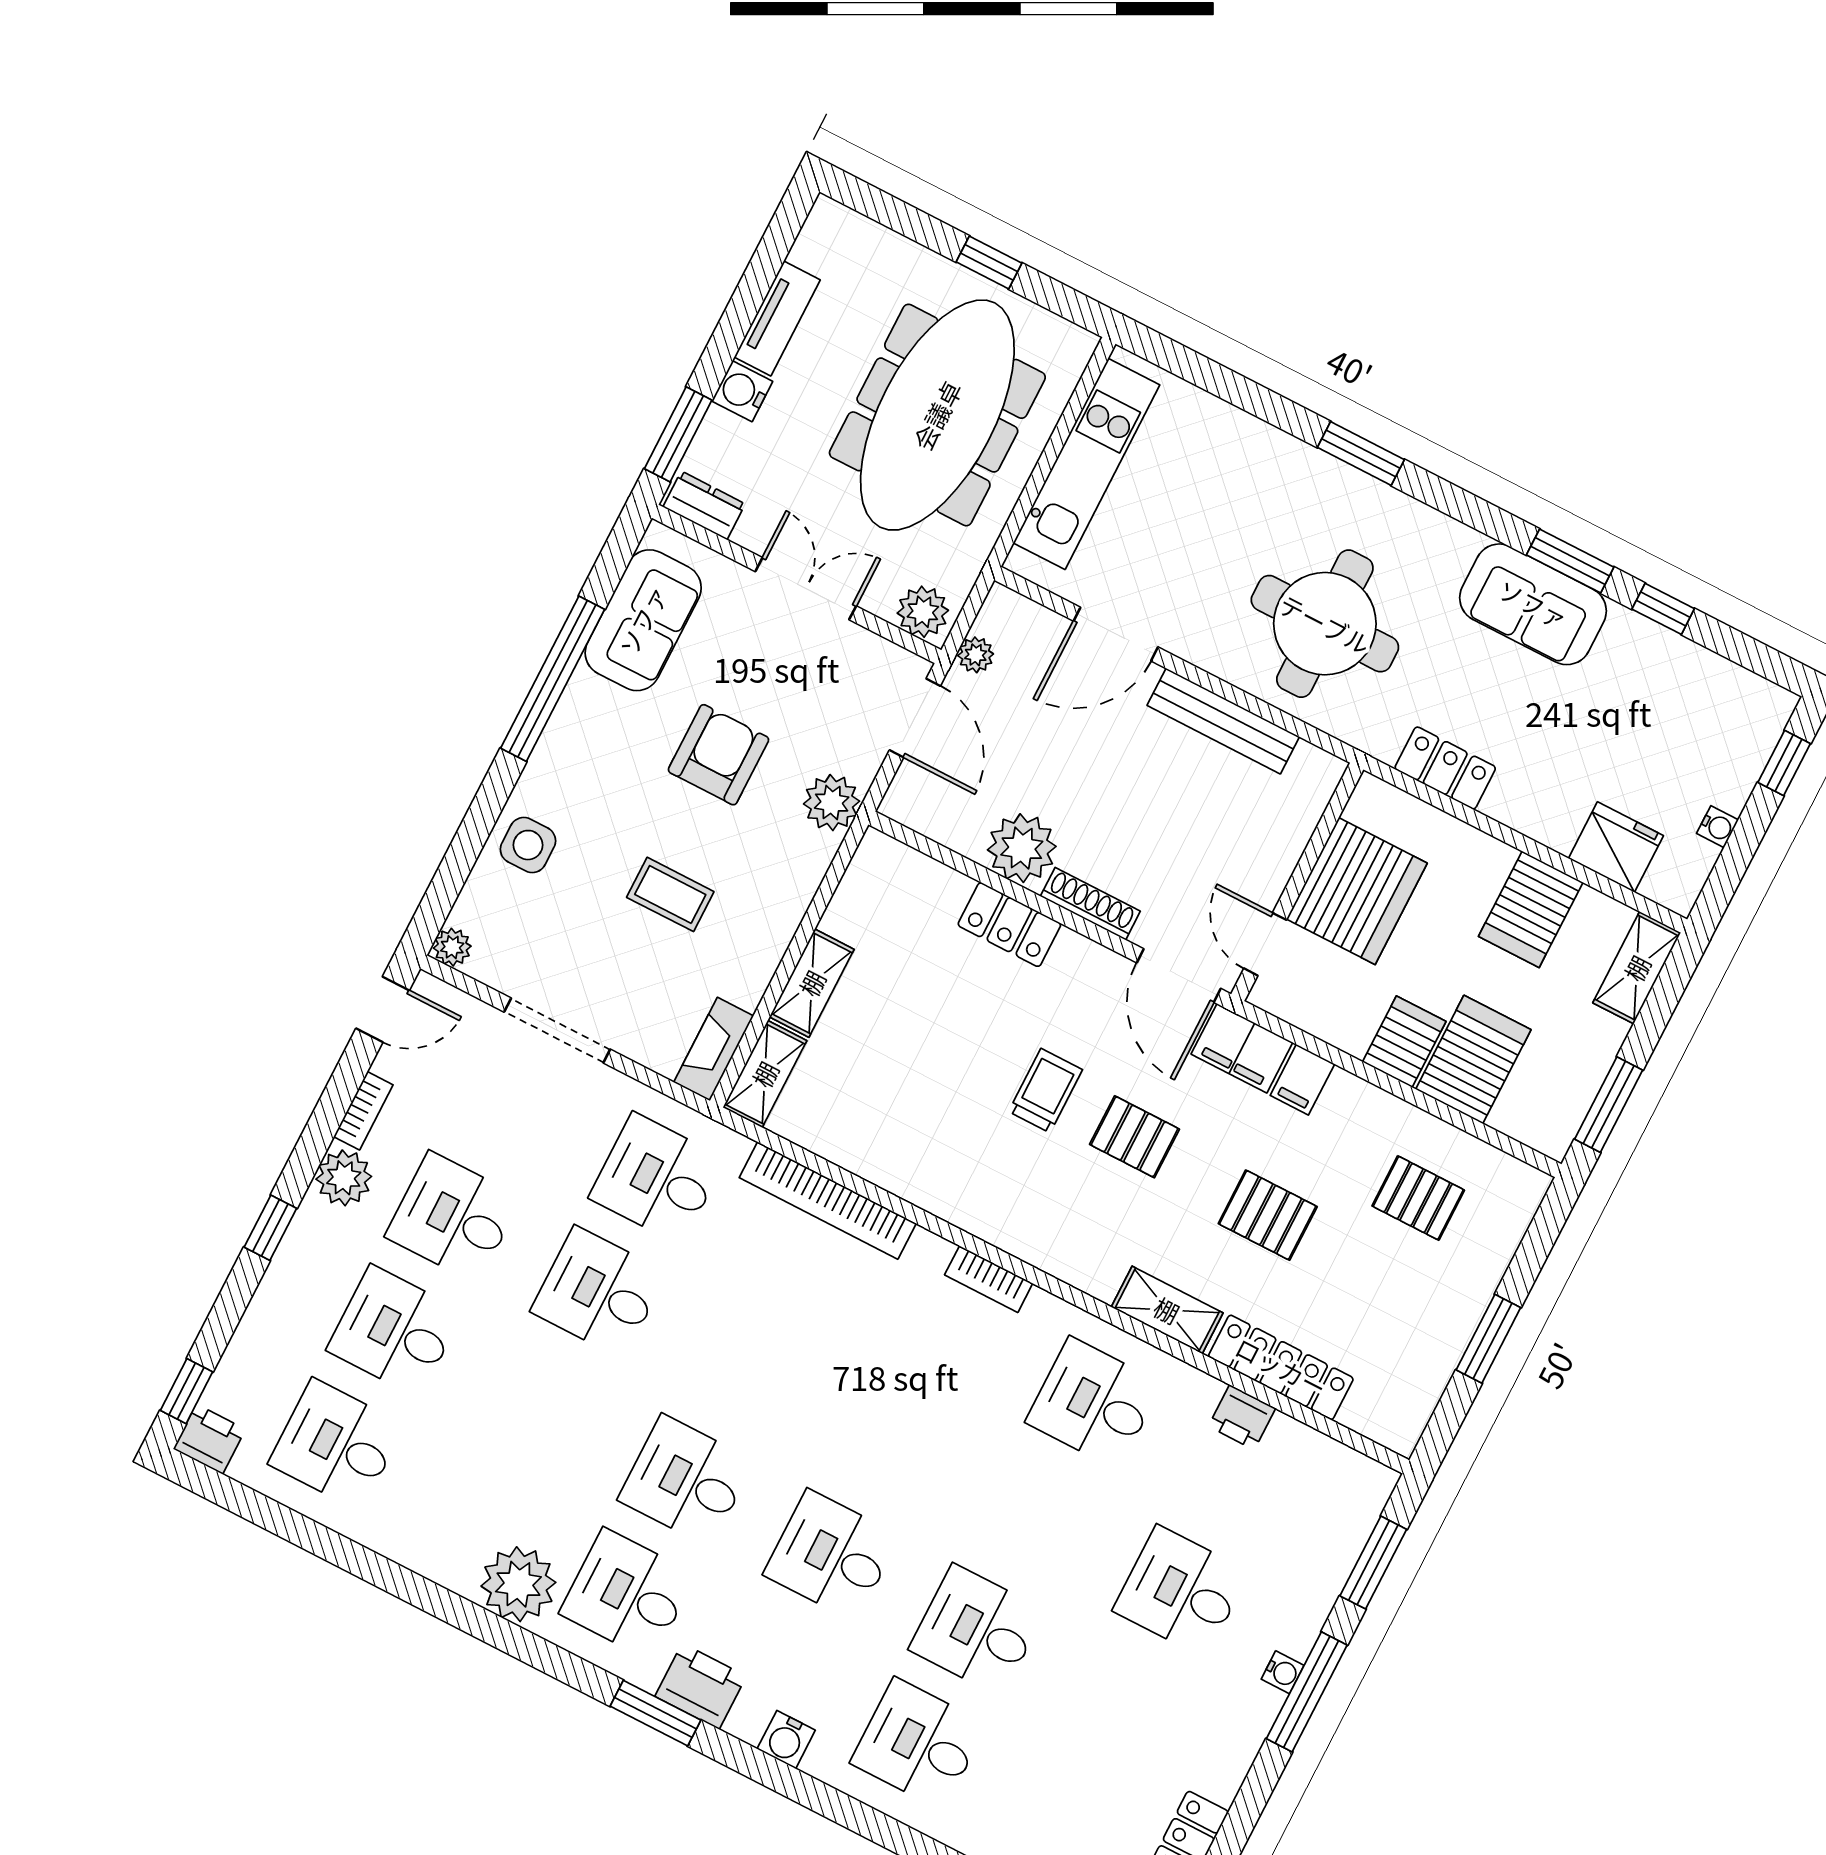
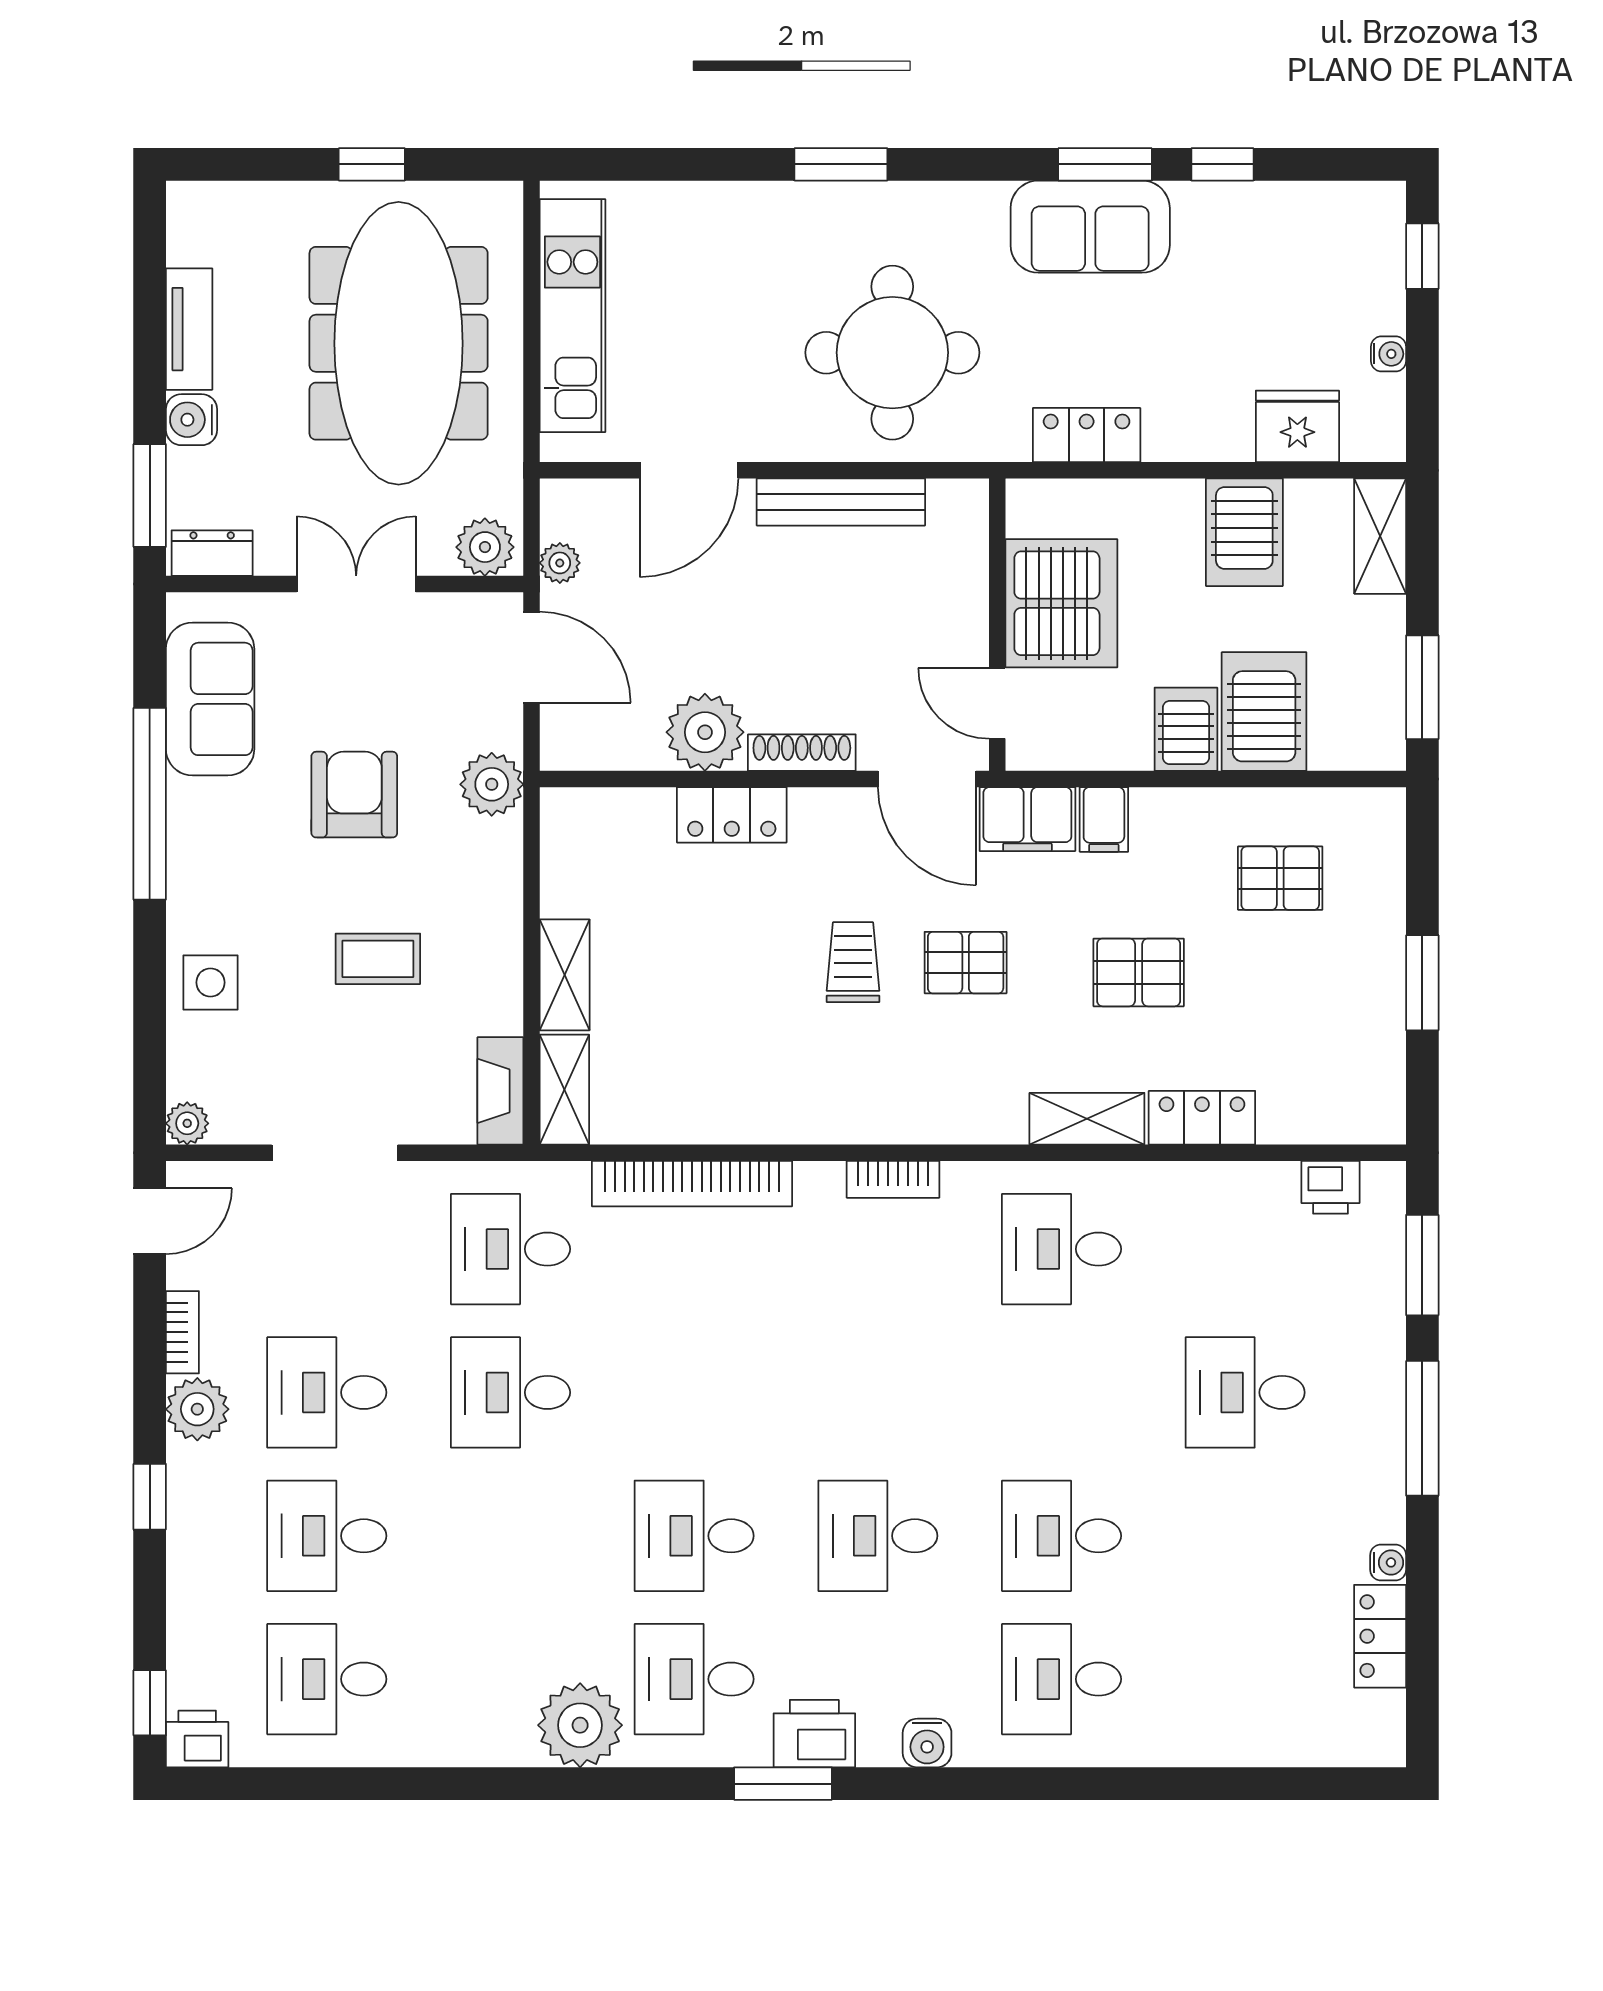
locker: (1281, 1367) -> (1202, 1118), width x0.66
printer: (1242, 1417) -> (1330, 1187), moved
water cooler: (1283, 1672) -> (1388, 1562), moved

